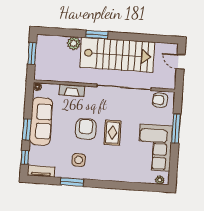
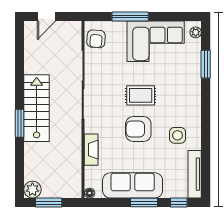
plant: (74, 43) -> (32, 190), moved
stairs: (117, 55) -> (37, 108), width x0.73, depth x0.66
tv unit: (41, 171) -> (195, 174), width x1.41
window: (72, 182) -> (206, 64), moved

